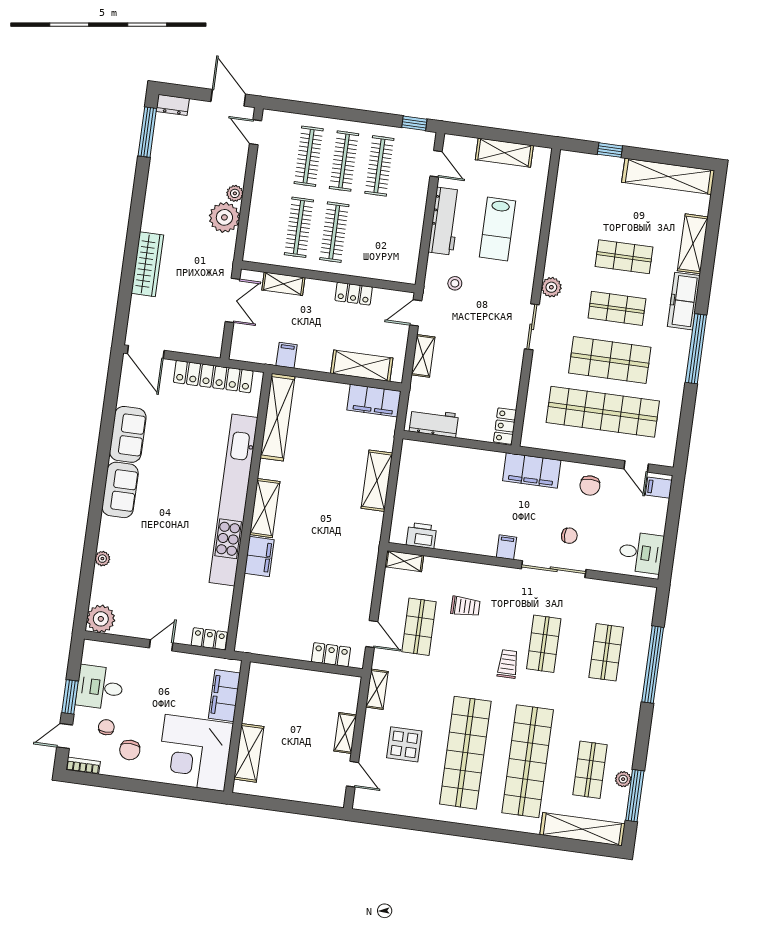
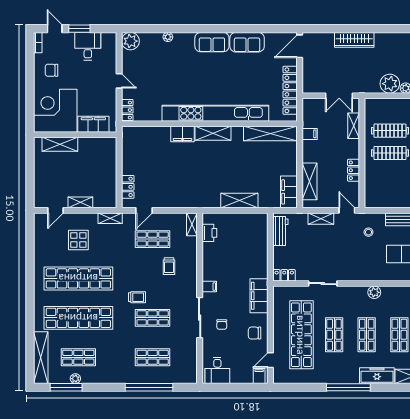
sliding door: (532, 327) -> (323, 284), moved
shop shelf: (610, 360) -> (334, 335), width x0.70, depth x0.74
chair: (106, 727) -> (64, 54), removed

